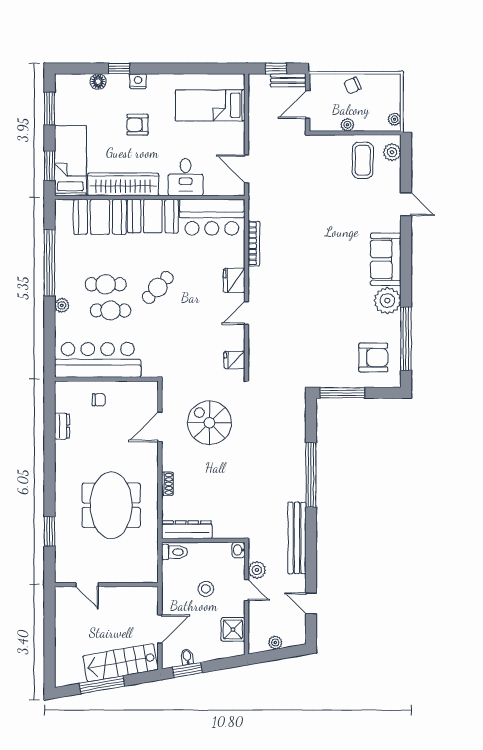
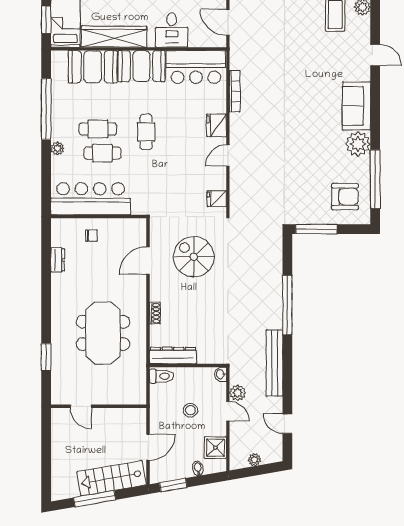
cafe table: (158, 288) -> (146, 132), turned -43
bidet: (187, 657) -> (198, 468), moved

